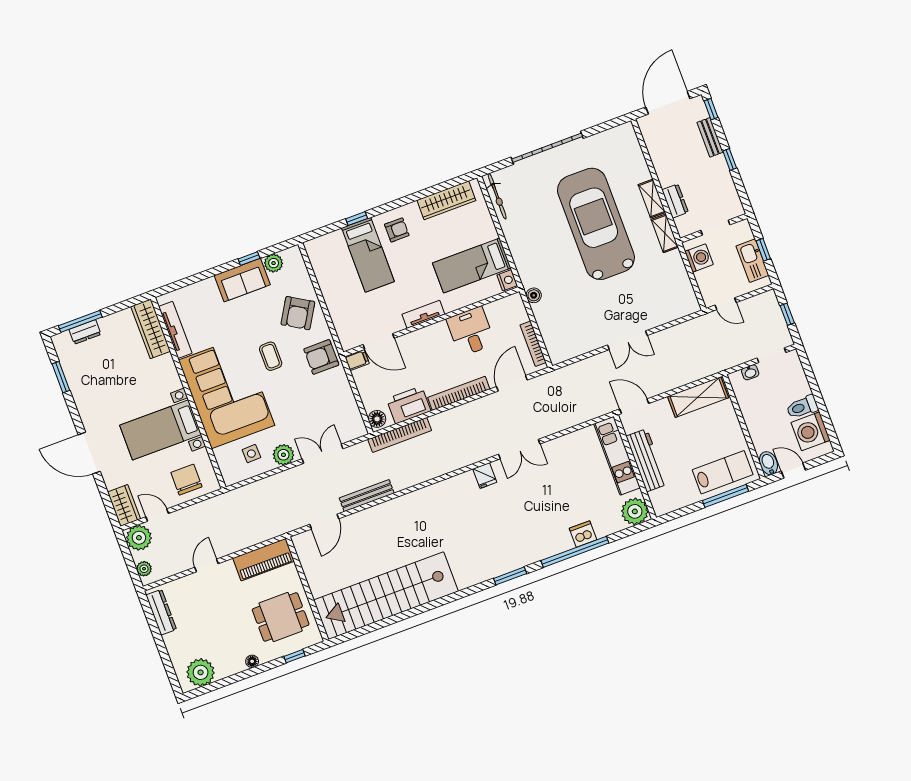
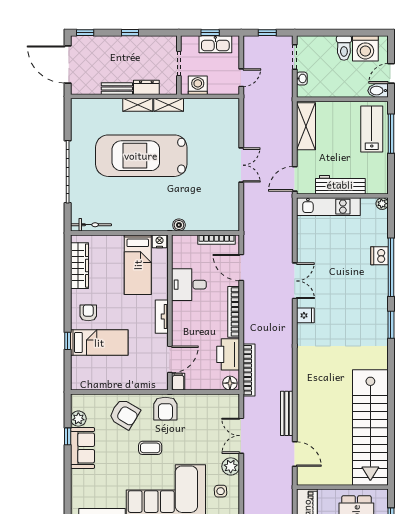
bench: (710, 137) -> (117, 89), moved
plant: (635, 511) -> (382, 204), width x0.53, depth x0.53

